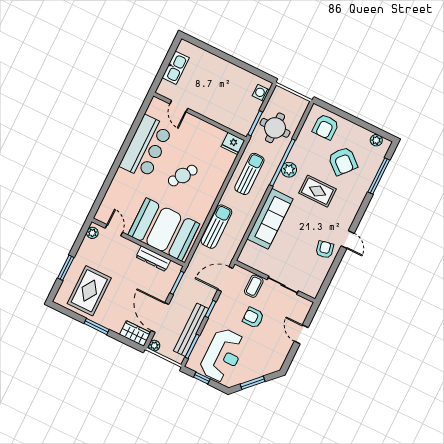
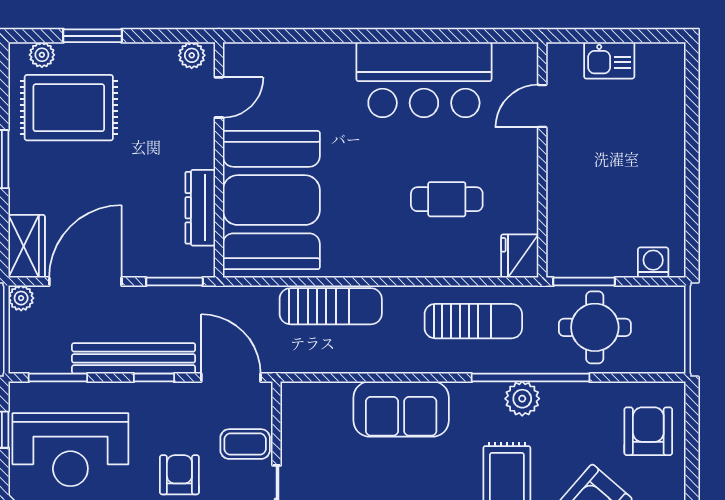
kitchen sink: (176, 68) -> (609, 60), width x0.73
armchair: (326, 127) -> (648, 431), turned 90
cafe table: (183, 176) -> (447, 199), moved, turned -34
sofa: (270, 219) -> (401, 409), width x0.73
plant: (64, 291) -> (42, 55), added
bench: (191, 330) -> (134, 358), moved

